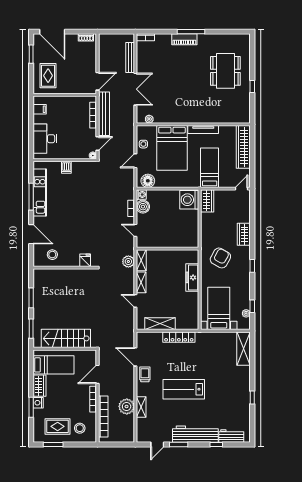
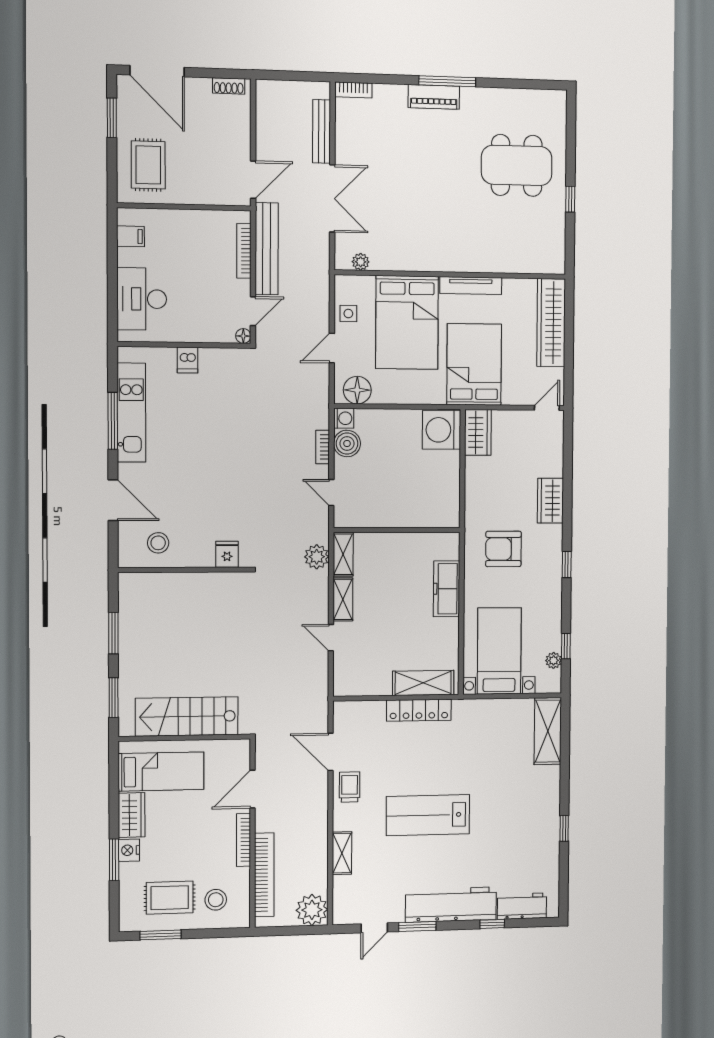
dining table: (225, 71) -> (517, 165), turned 90
bed: (210, 168) -> (474, 364), width x1.50
armchair: (220, 258) -> (503, 549), turned -119
shelving: (160, 324) -> (423, 683), moved
plant: (127, 406) -> (312, 910), moved

